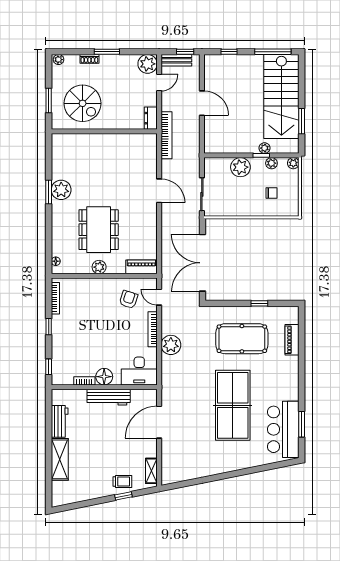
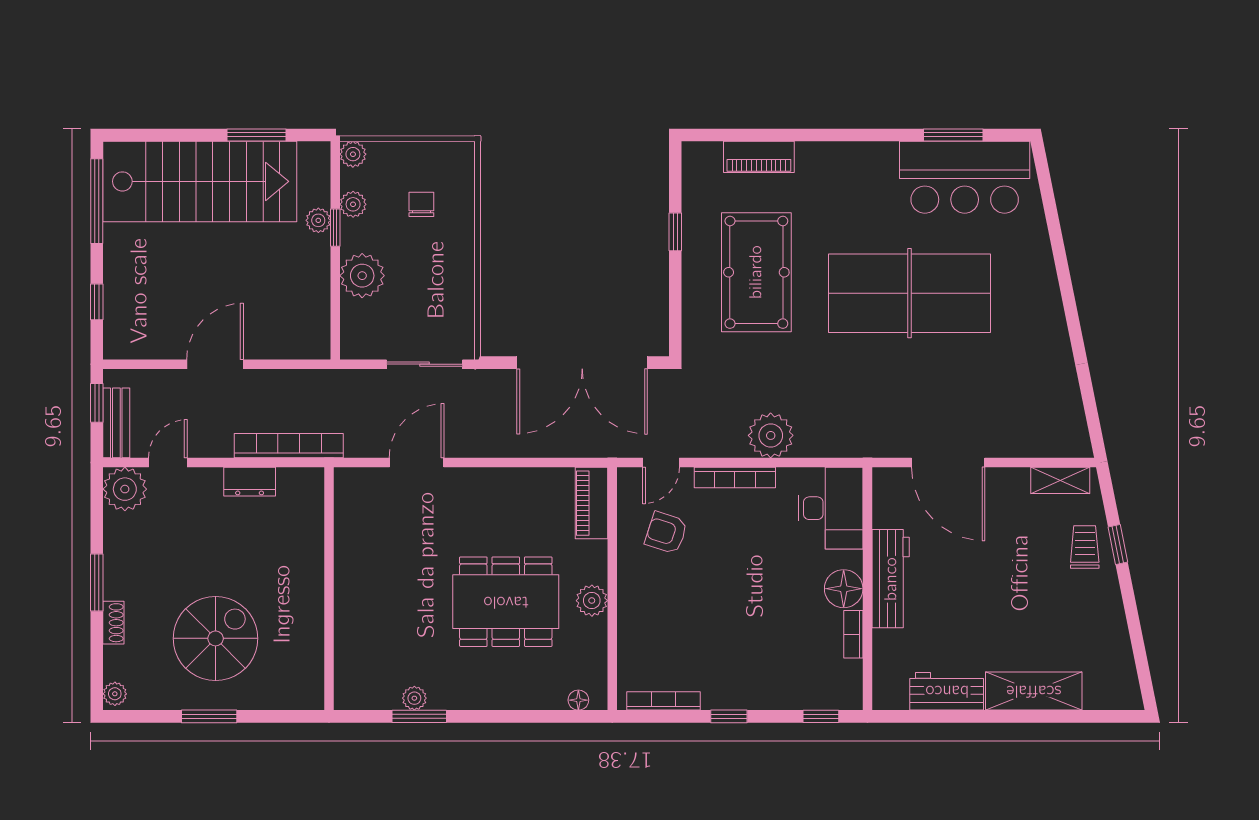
door: (159, 83) -> (168, 463), hinge flipped
wall: (104, 131) -> (329, 589), moved
plant: (61, 190) -> (414, 698), width x0.53, depth x0.53

